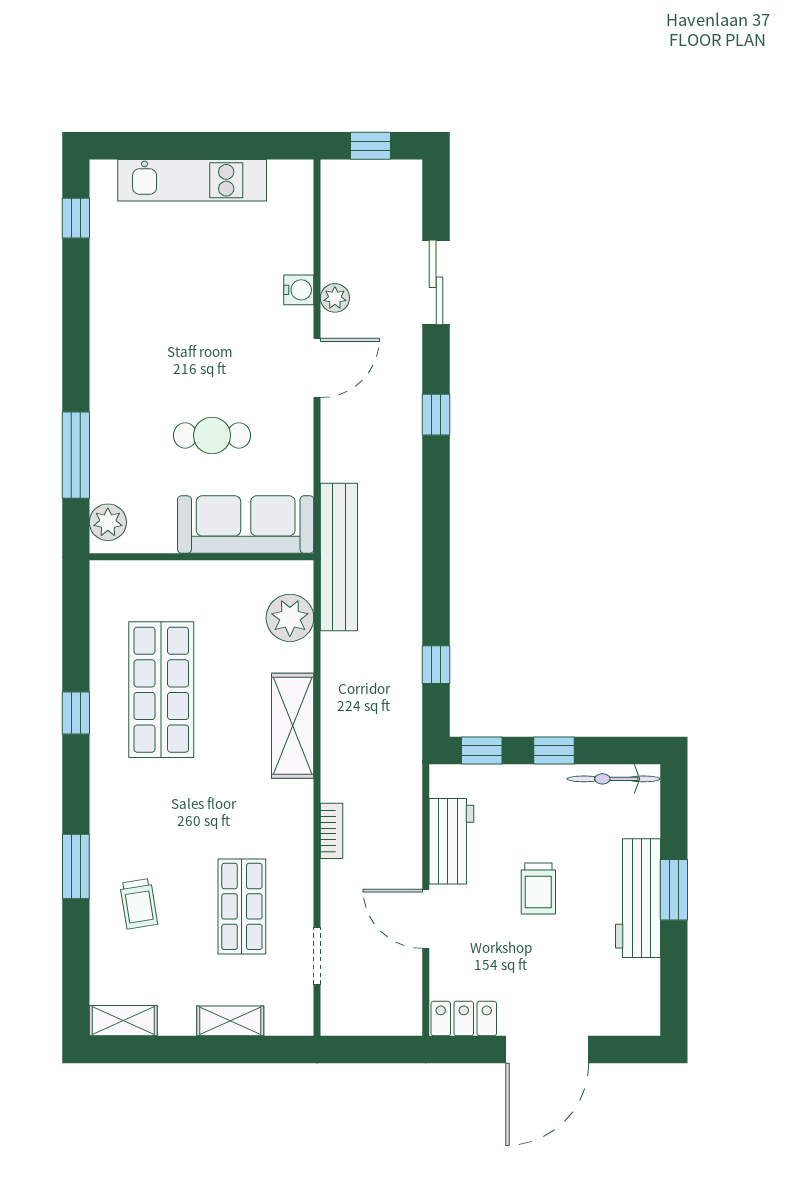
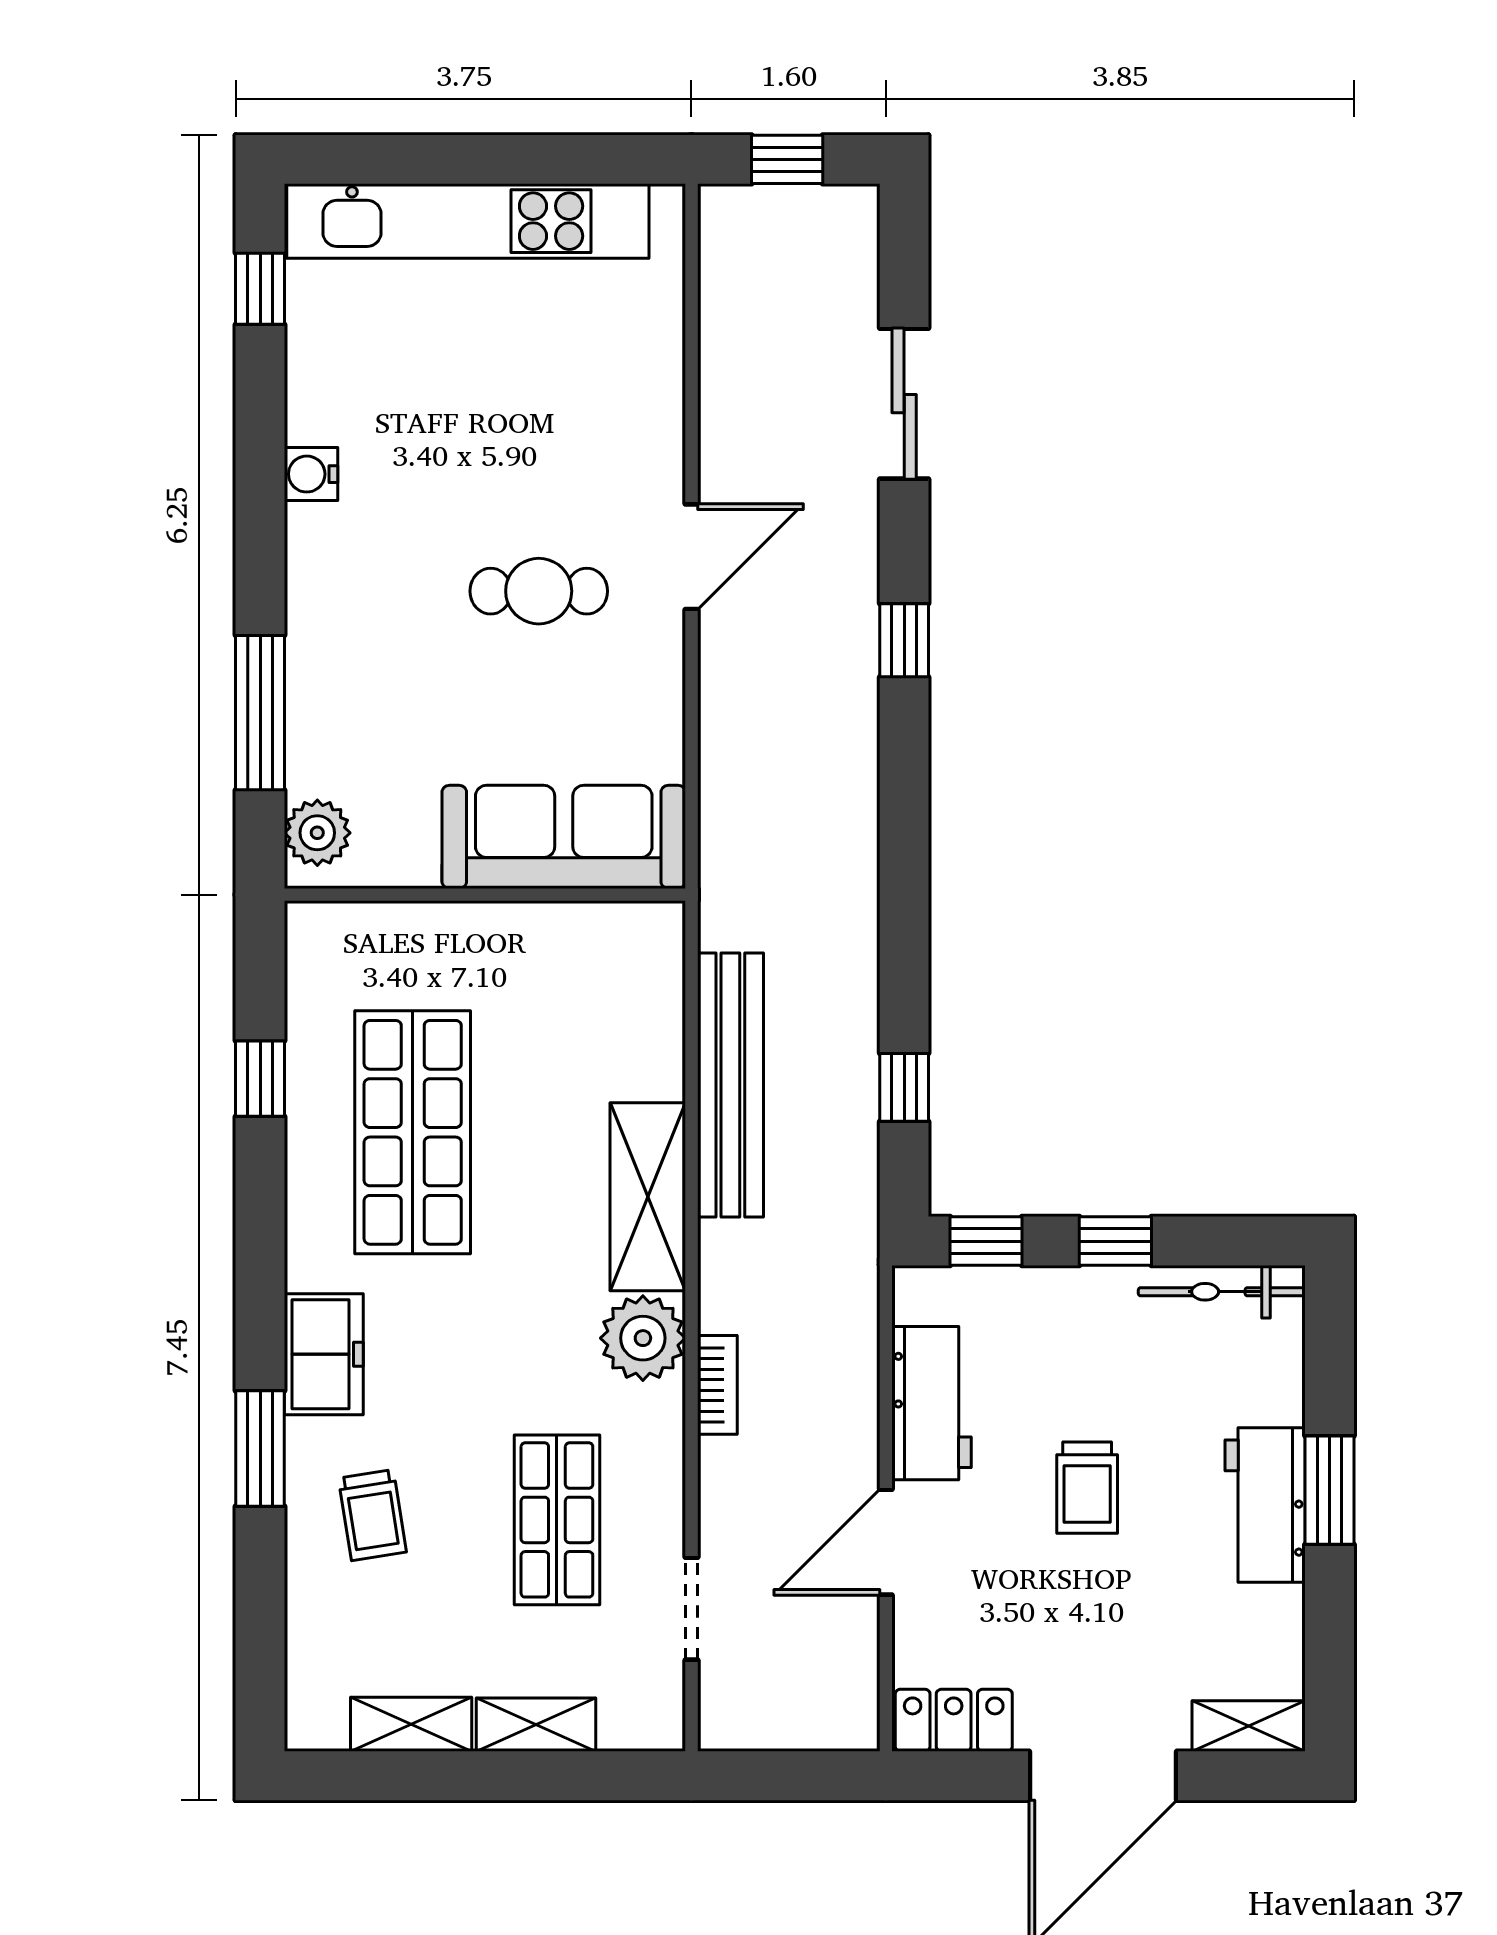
kitchen unit: (192, 180) -> (468, 221), width x1.36
water cooler: (299, 290) -> (311, 474), moved, turned 180
plant: (335, 298) -> (723, 432), removed
cafe table: (212, 435) -> (539, 591), moved
bench: (339, 557) -> (730, 1085), moved
plant: (290, 618) -> (643, 1338), moved
window: (76, 713) -> (260, 1079), moved
freezer: (112, 814) -> (324, 1354), added
workbench: (638, 898) -> (1265, 1505), width x0.73
door: (426, 919) -> (886, 1542), hinge flipped
shelving: (123, 1021) -> (411, 1724), moved
shelving: (629, 1022) -> (1249, 1726), added

